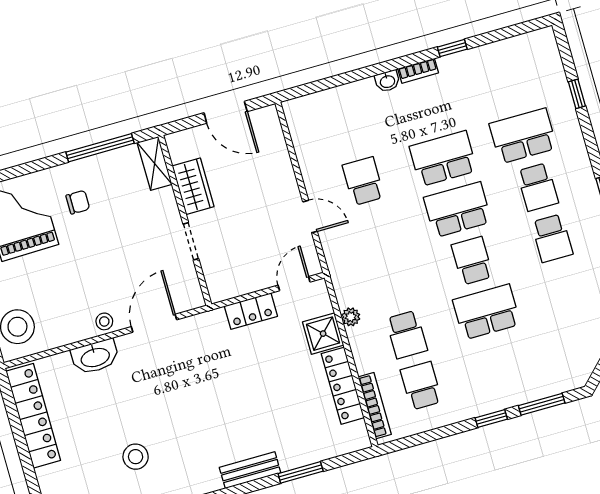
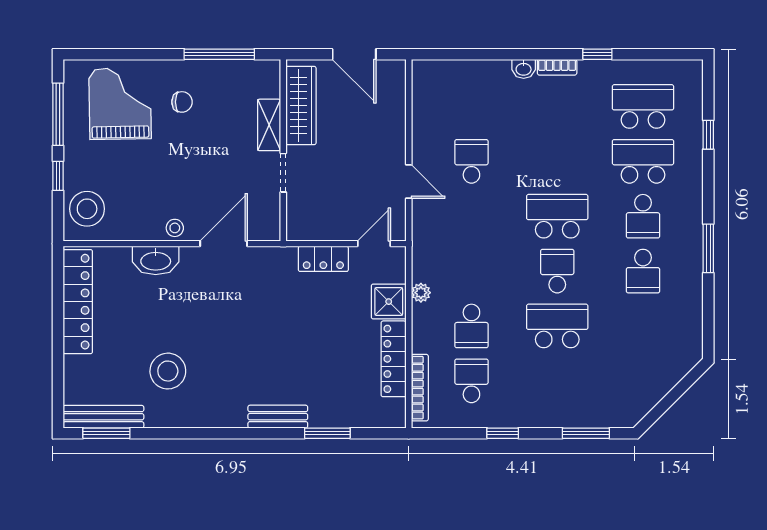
school desk: (443, 159) -> (643, 106), moved
shelving: (155, 163) -> (269, 125), moved
wardrobe: (193, 186) -> (301, 106), width x1.50
window: (491, 419) -> (503, 433), moved
stool: (136, 457) -> (168, 371), width x1.38, depth x1.38

